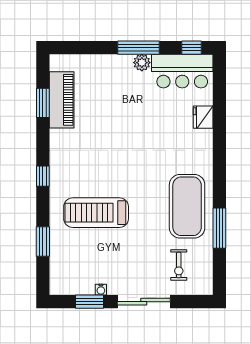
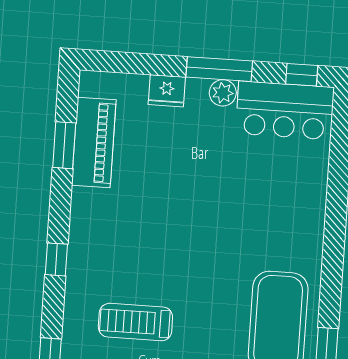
fridge: (203, 117) -> (167, 91), moved, turned -90
treadmill: (96, 213) -> (135, 322), width x0.73, depth x0.73

